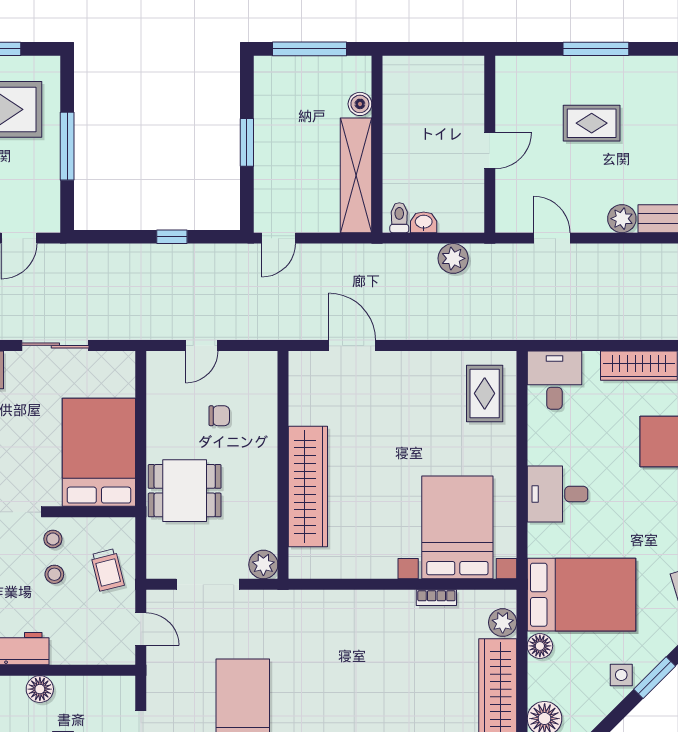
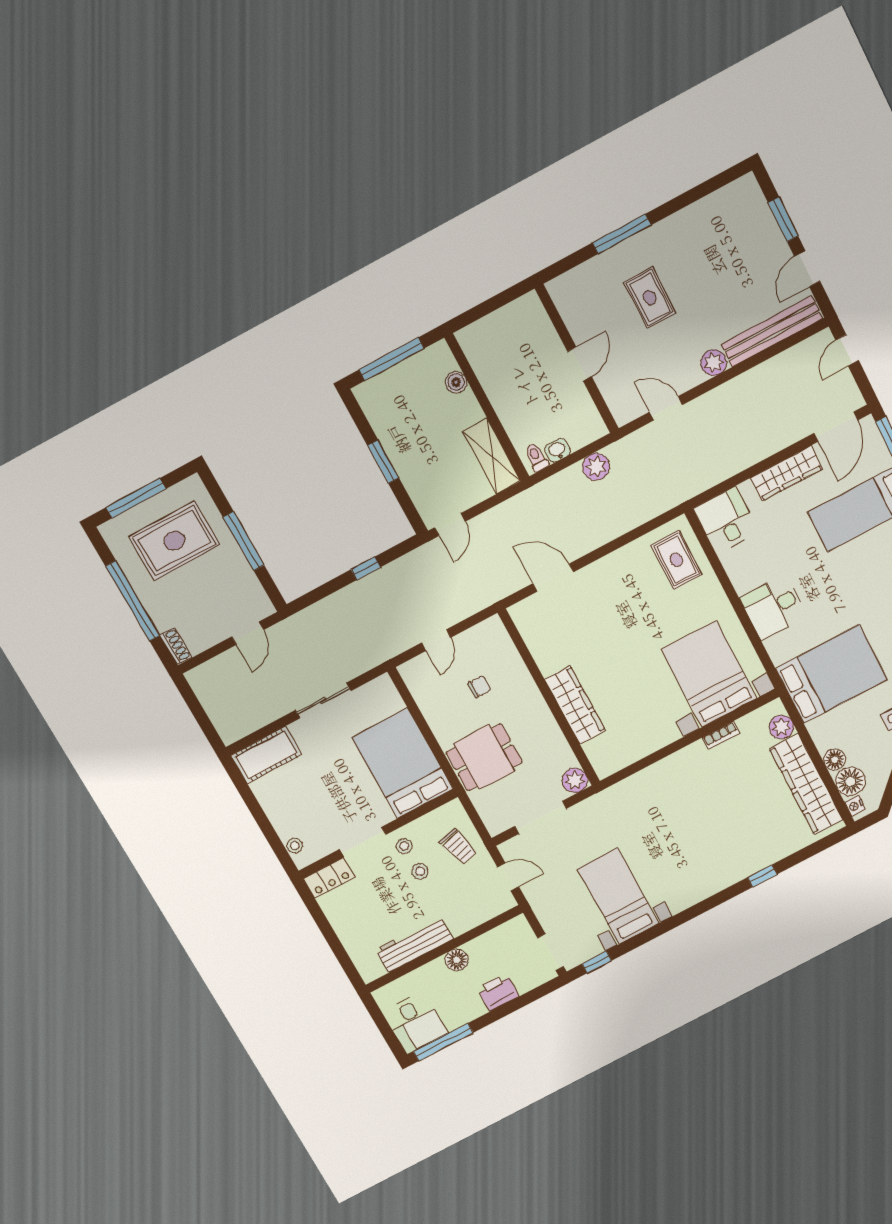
rug: (592, 123) -> (650, 297), turned 90
shelving: (356, 175) -> (492, 456), width x0.68
wardrobe: (308, 487) -> (575, 705), width x0.71, depth x0.85
floor lamp: (540, 646) -> (835, 760), moved

